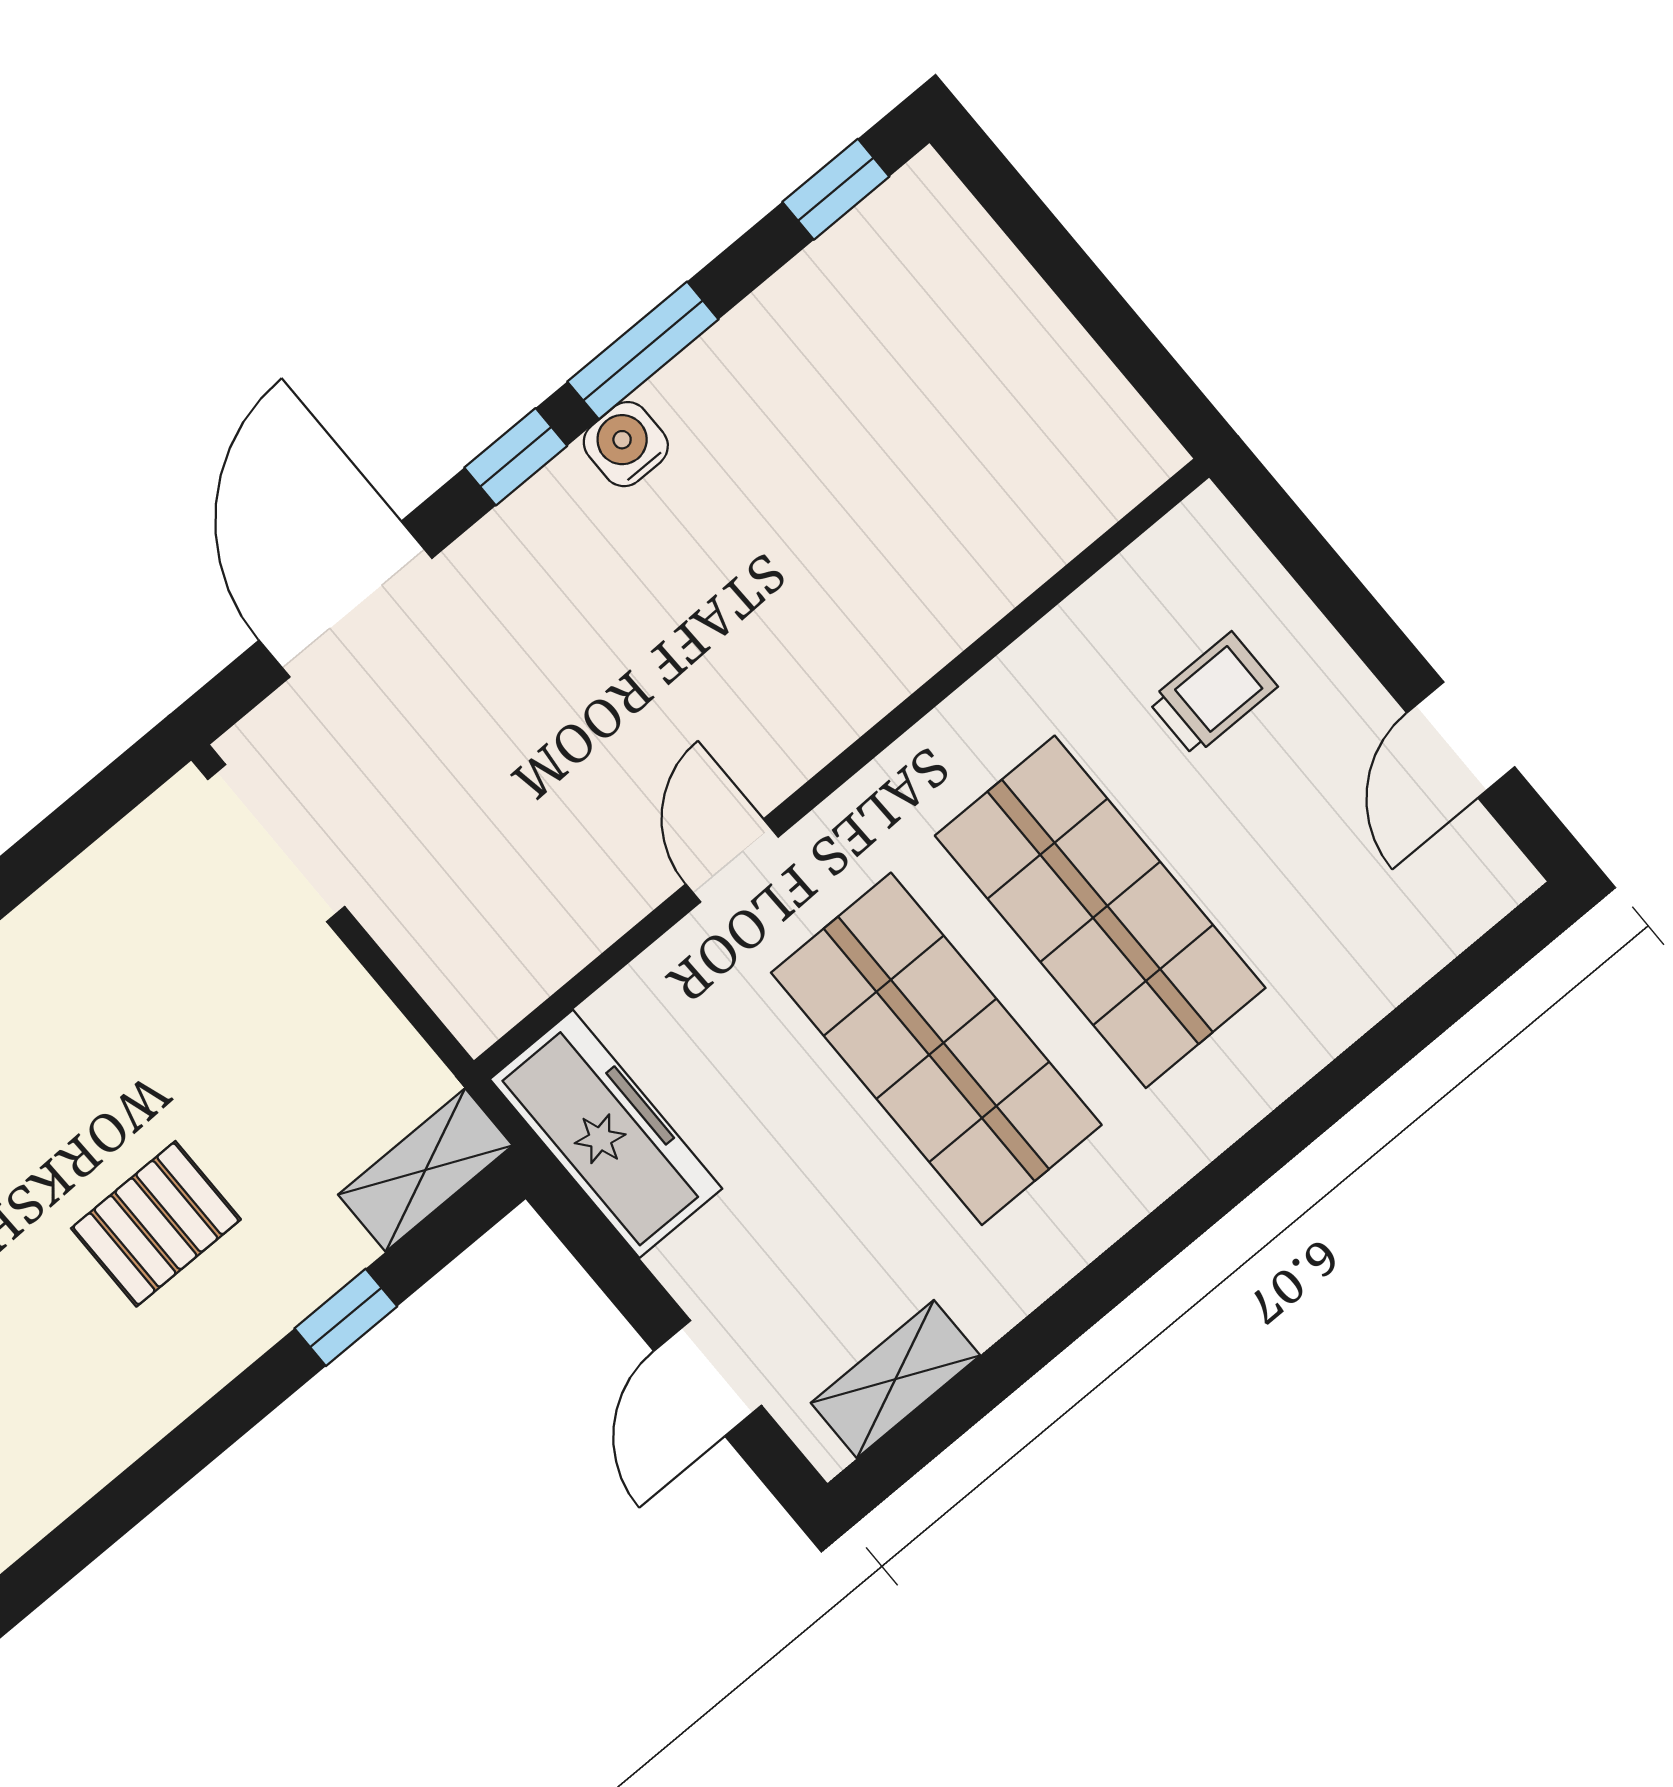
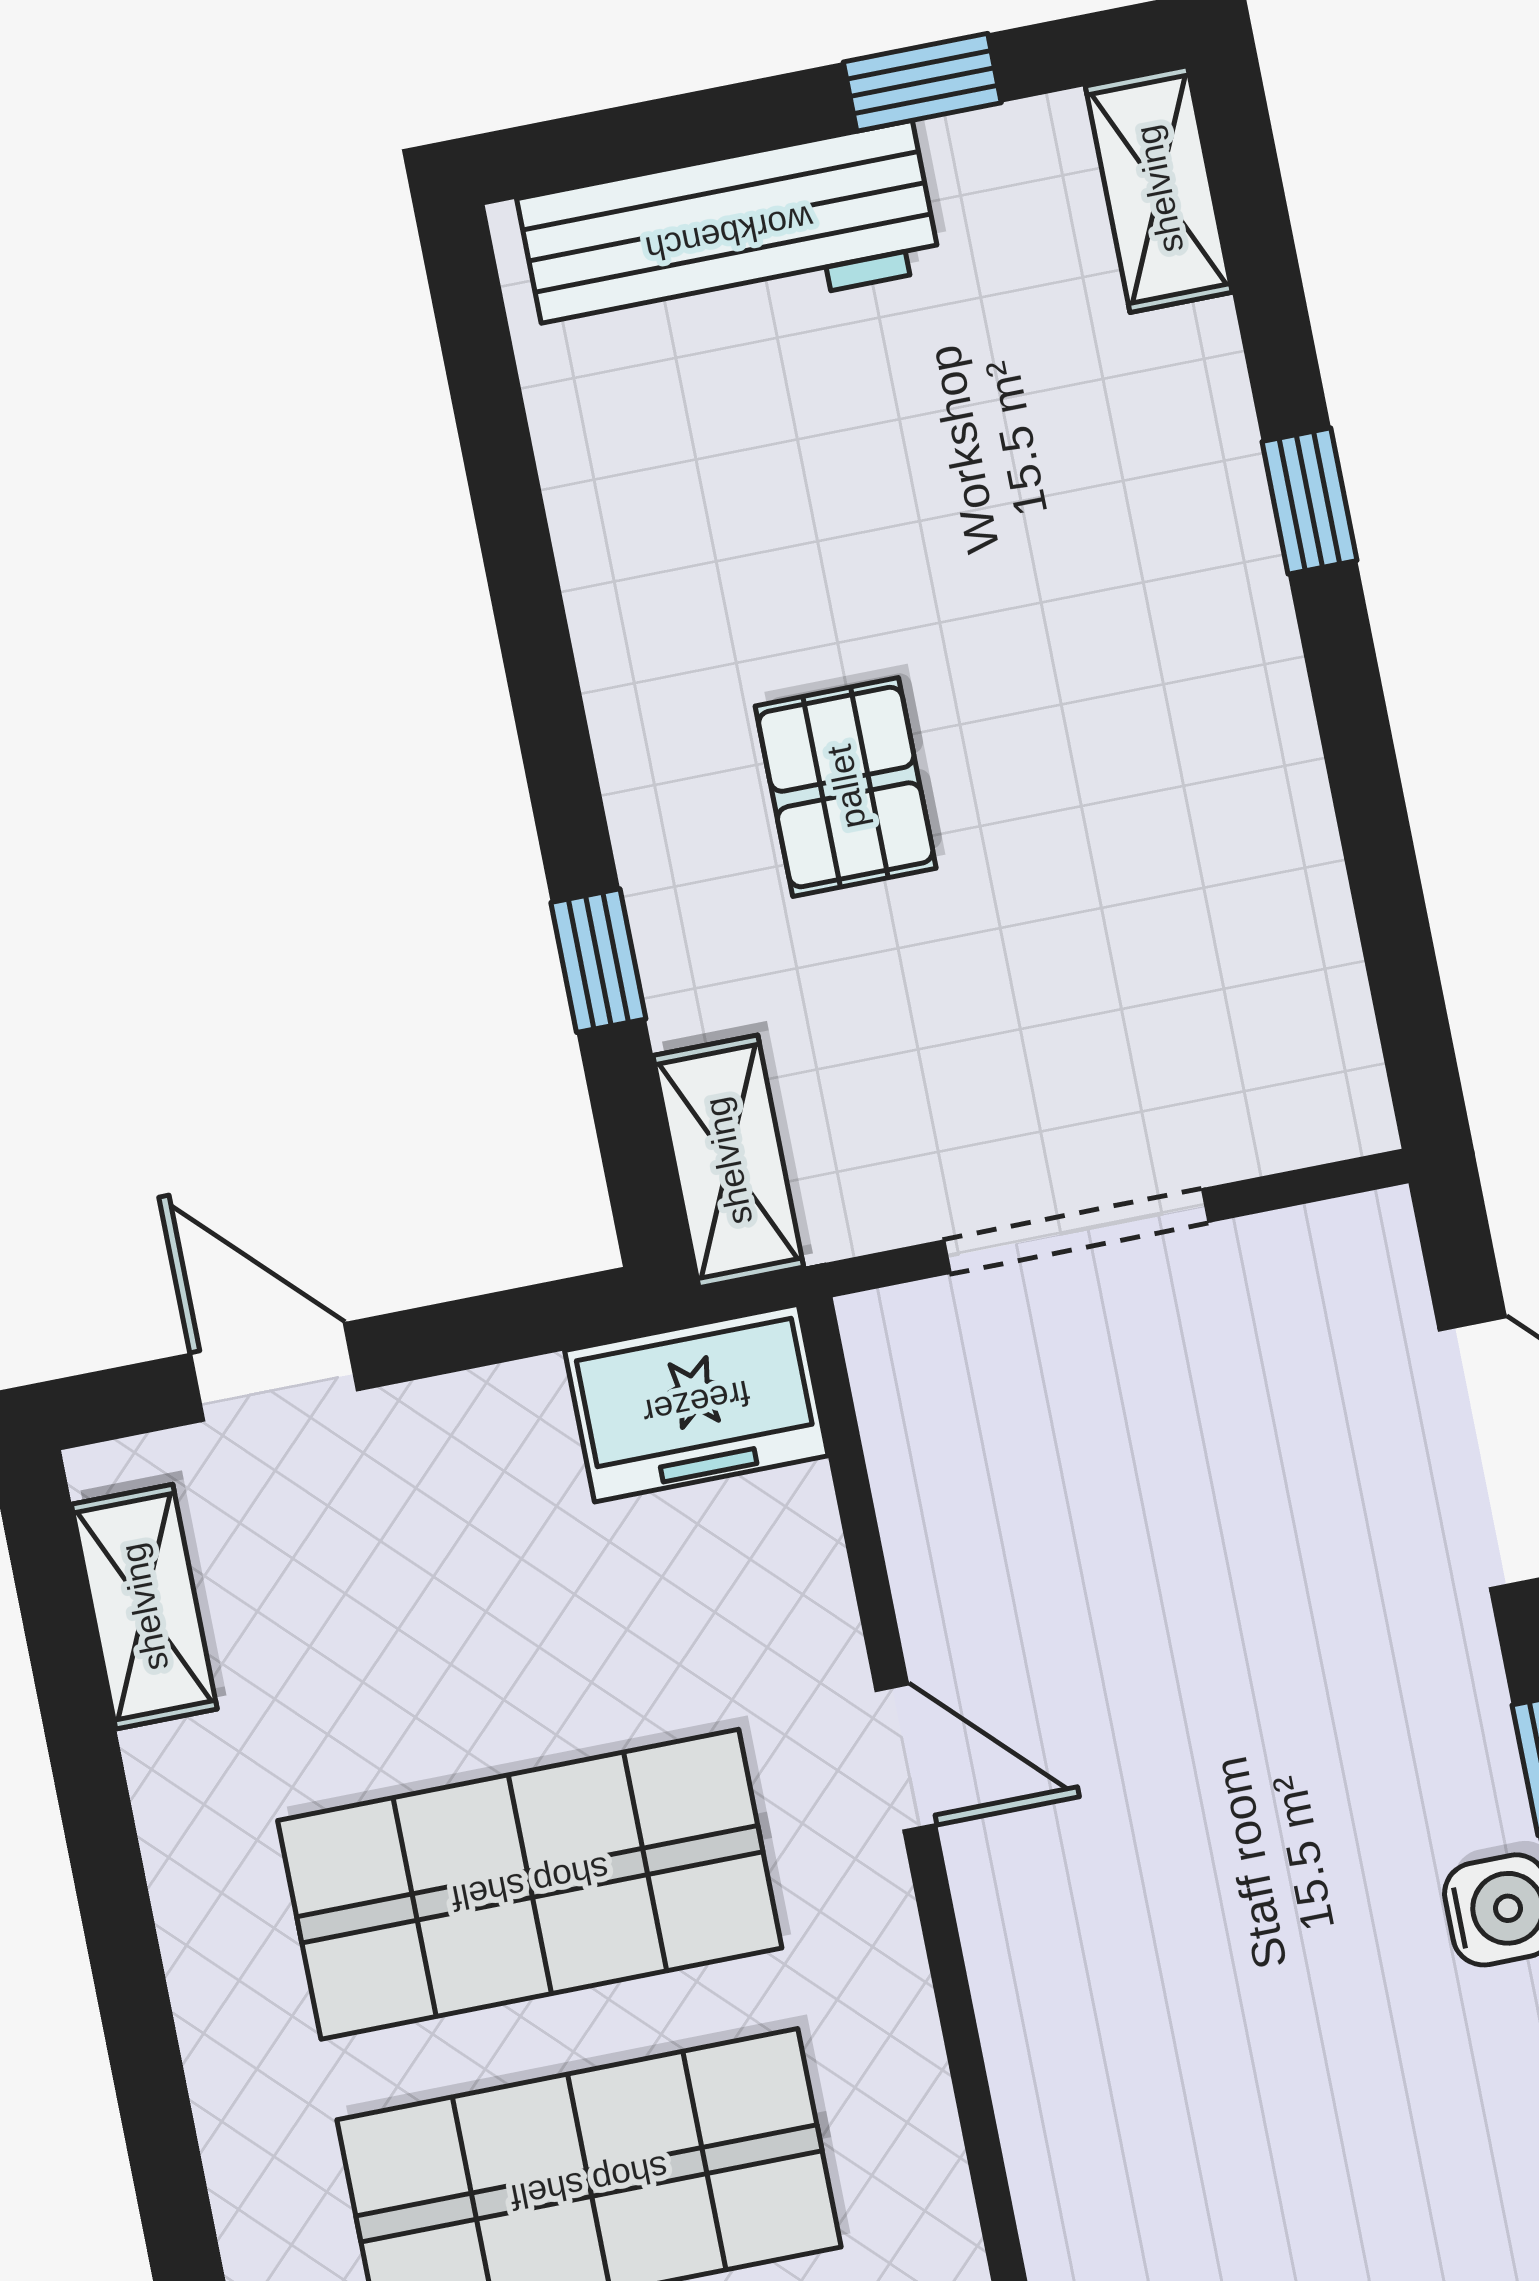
doorway: (276, 843) -> (1076, 1231), moved
freezer: (606, 1134) -> (696, 1403), width x0.71

